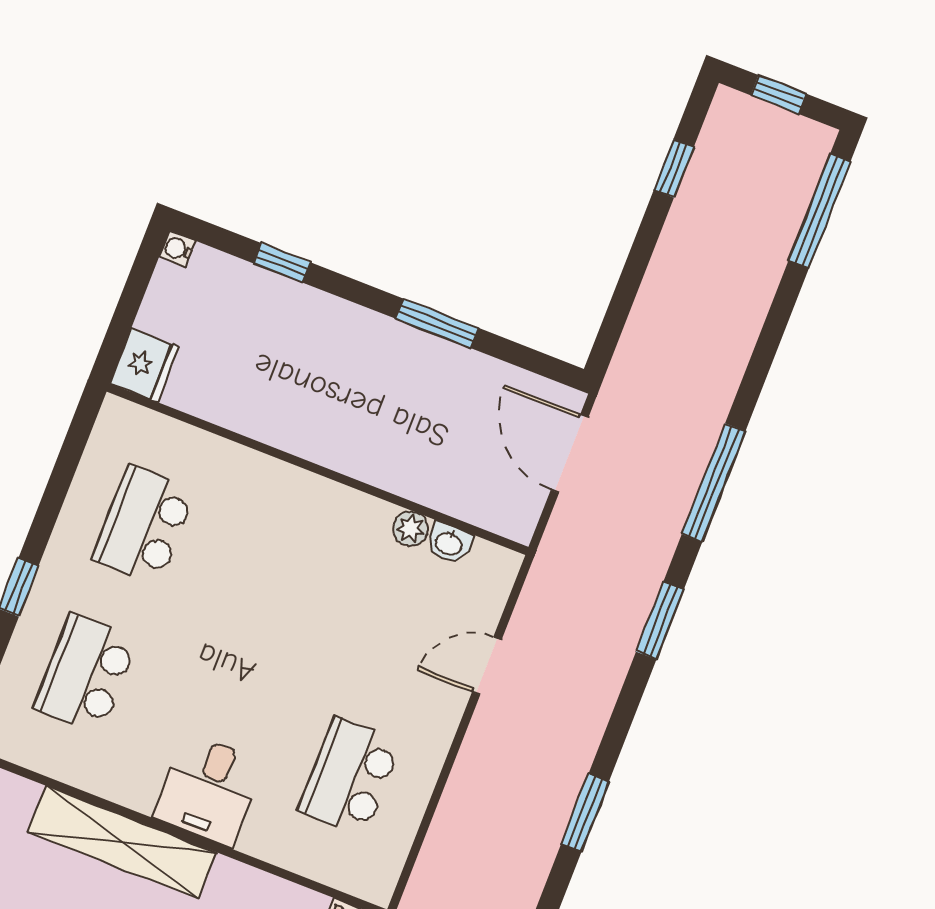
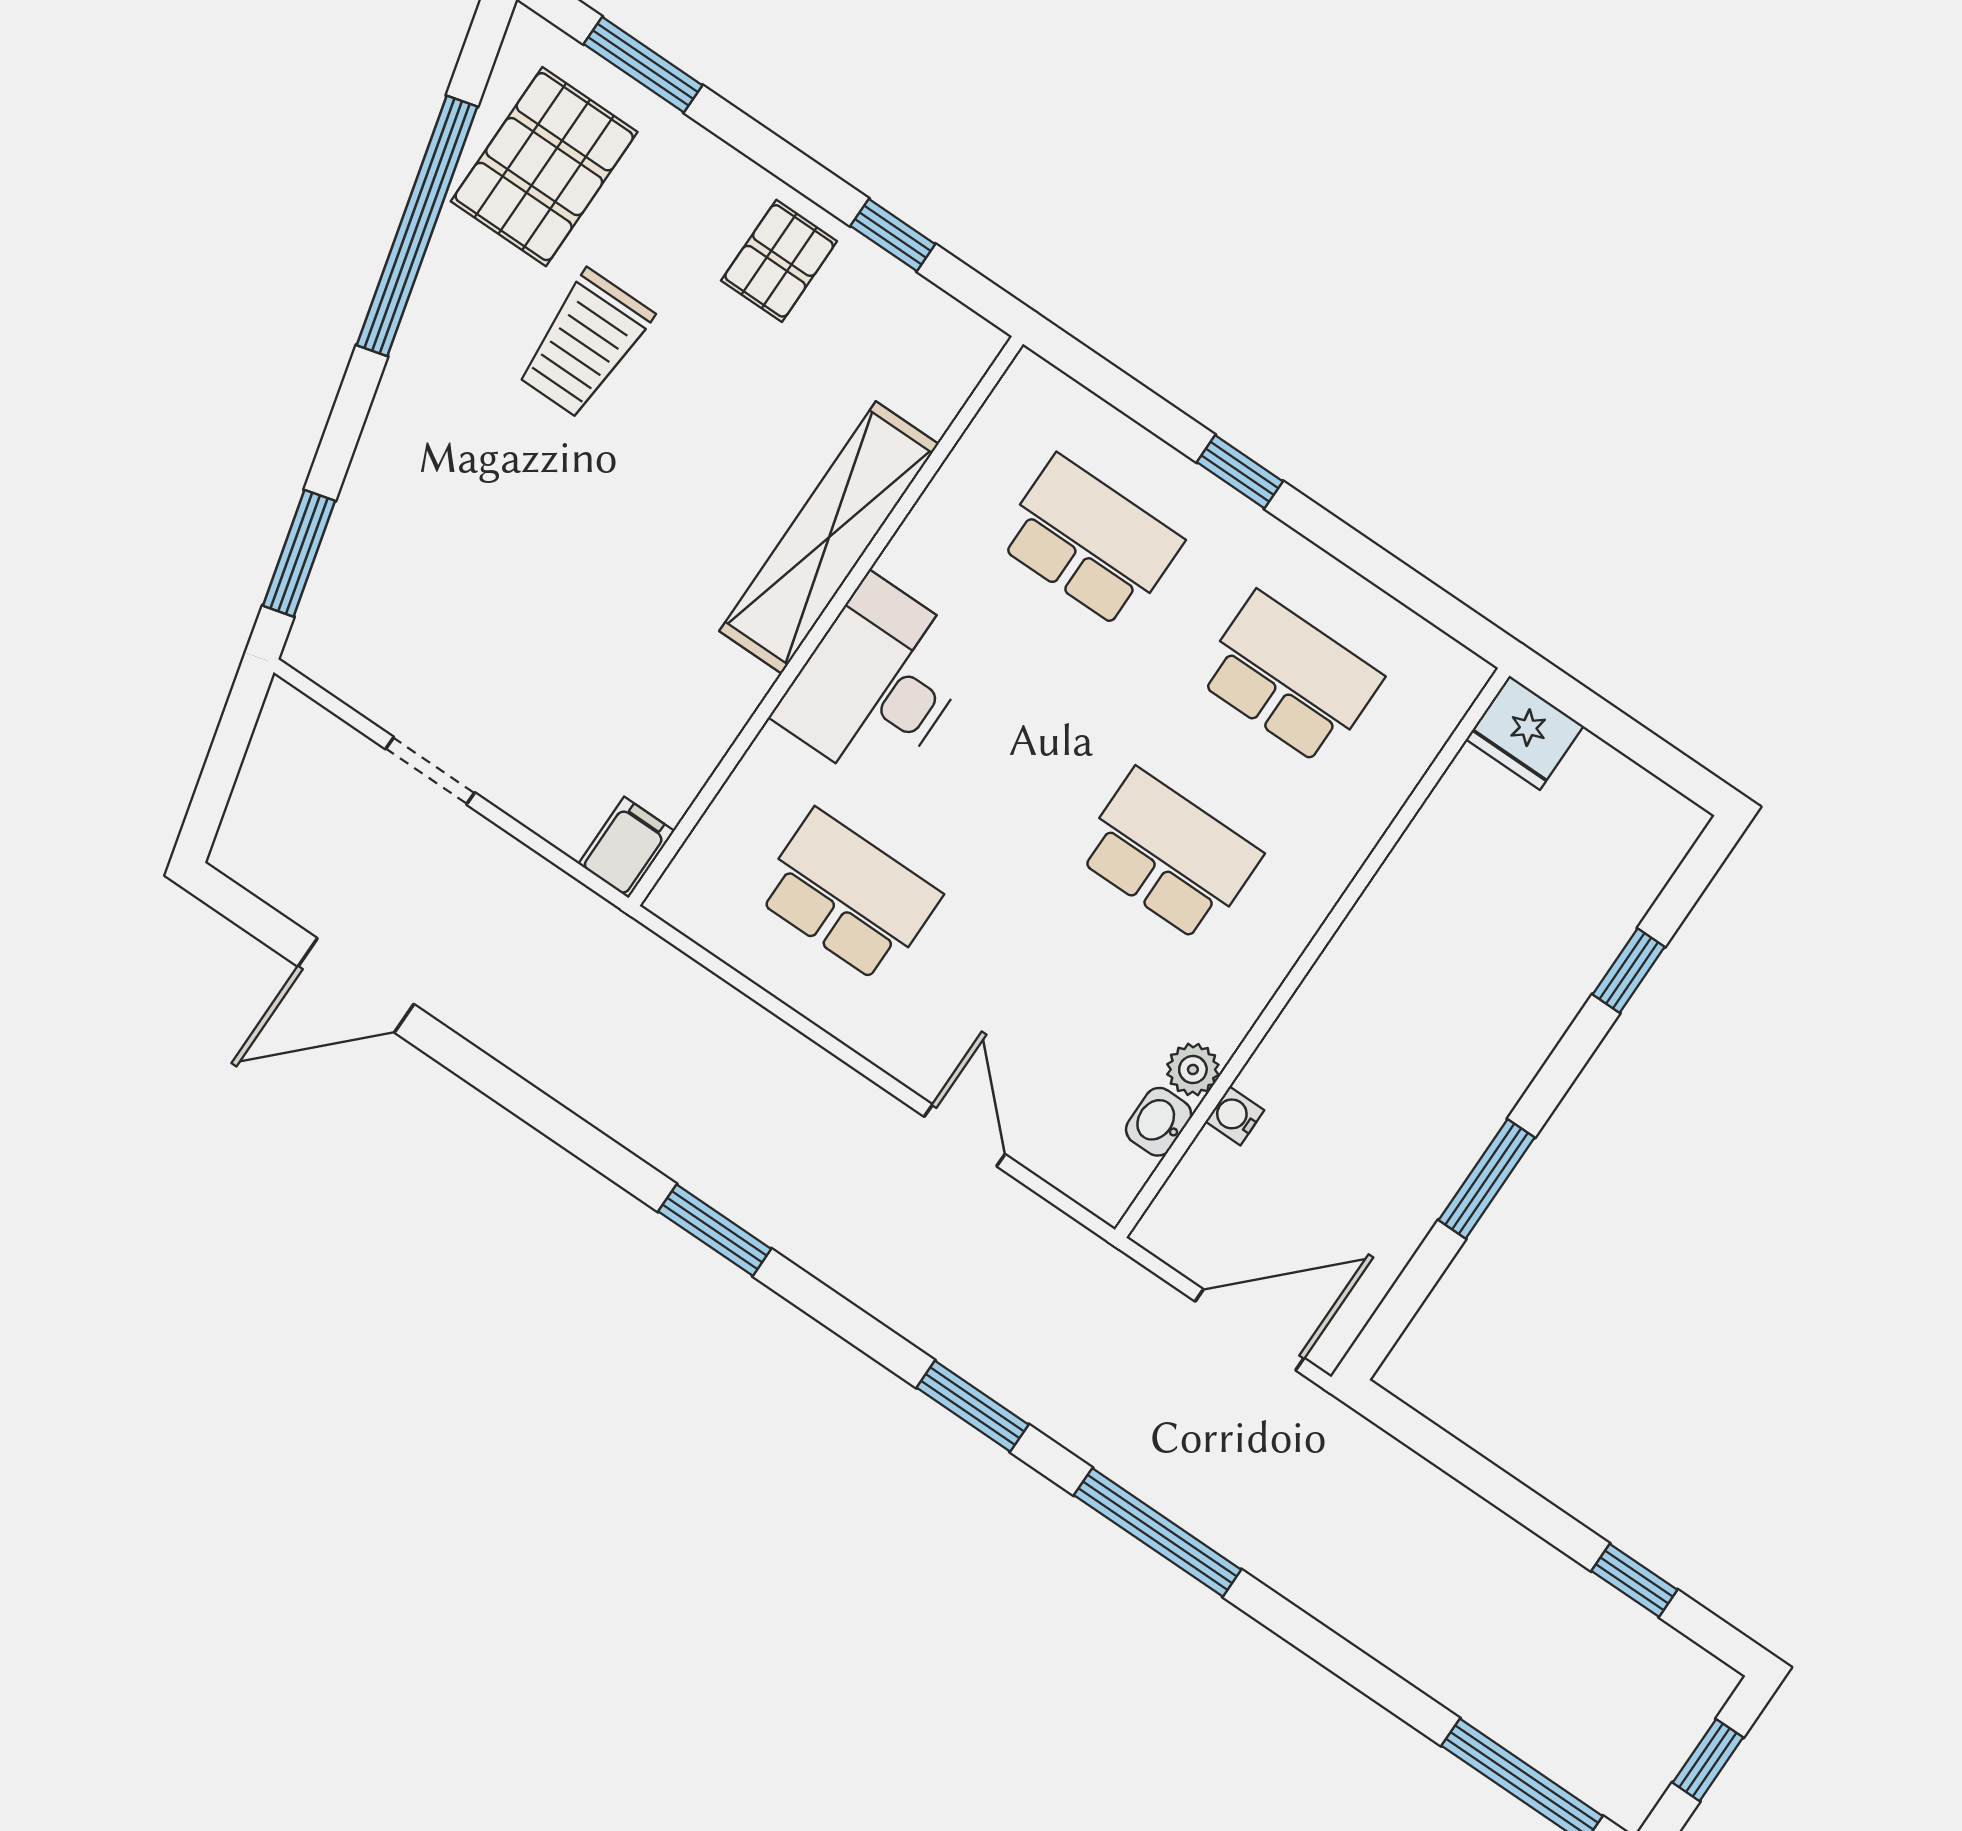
water cooler: (177, 249) -> (1235, 1116), moved, turned -90
school desk: (276, 576) -> (1169, 855), added
desk: (208, 790) -> (877, 683), width x1.37

